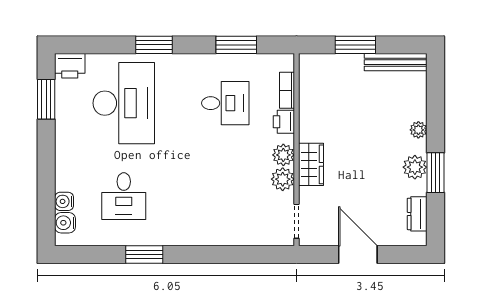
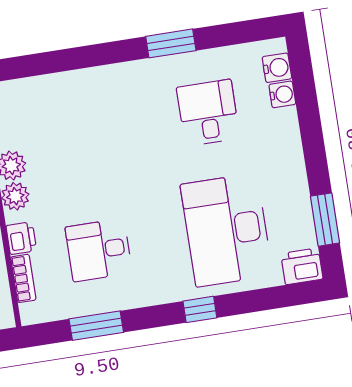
window: (154, 45) -> (200, 309), width x0.67

